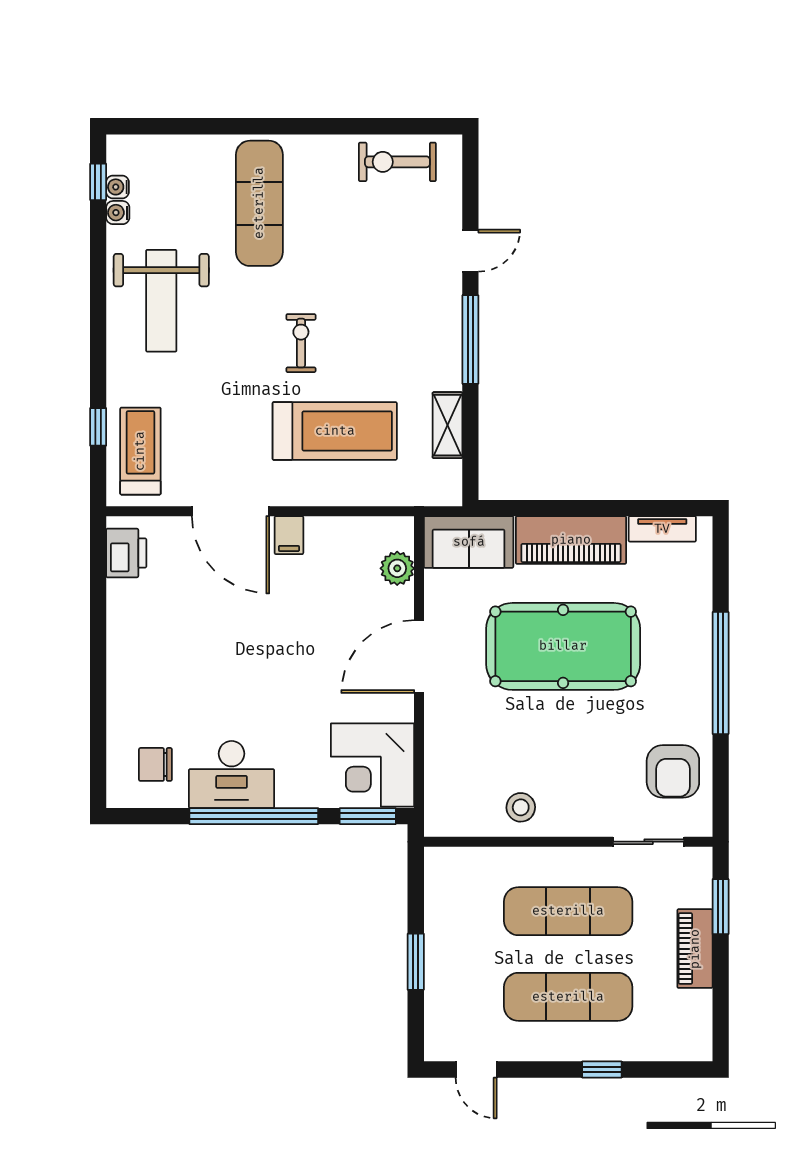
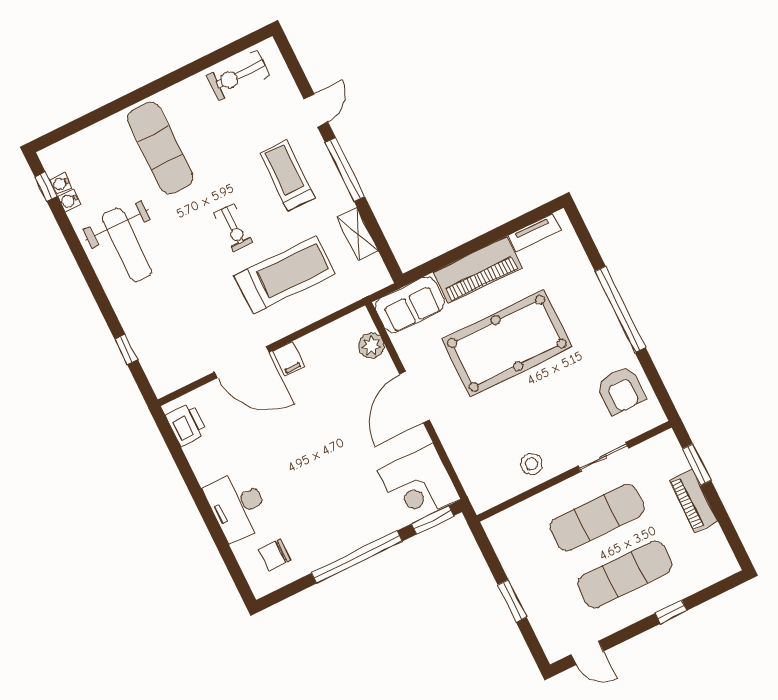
exercise bike: (301, 343) -> (234, 227), turned 180
treadmill: (140, 451) -> (287, 176), moved
desk: (232, 774) -> (237, 506), moved, turned 90
sliding door: (649, 842) -> (603, 457), moved

